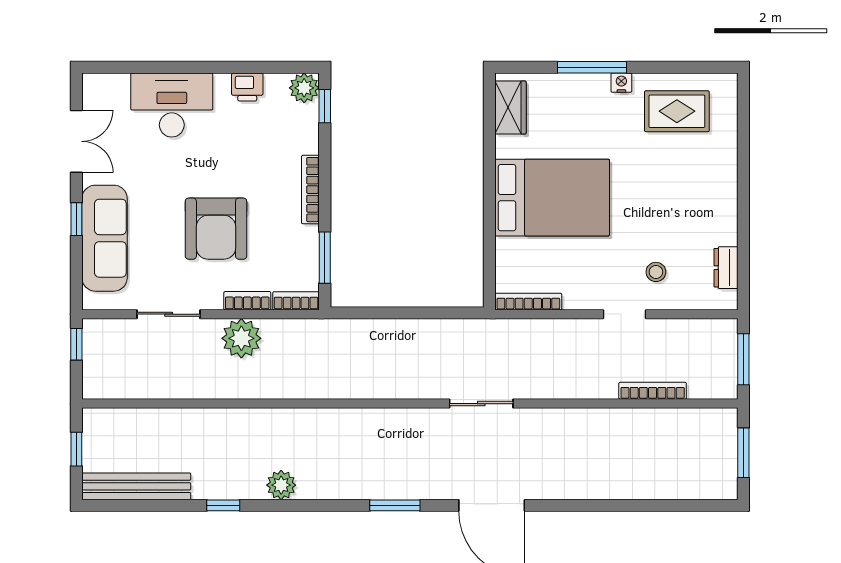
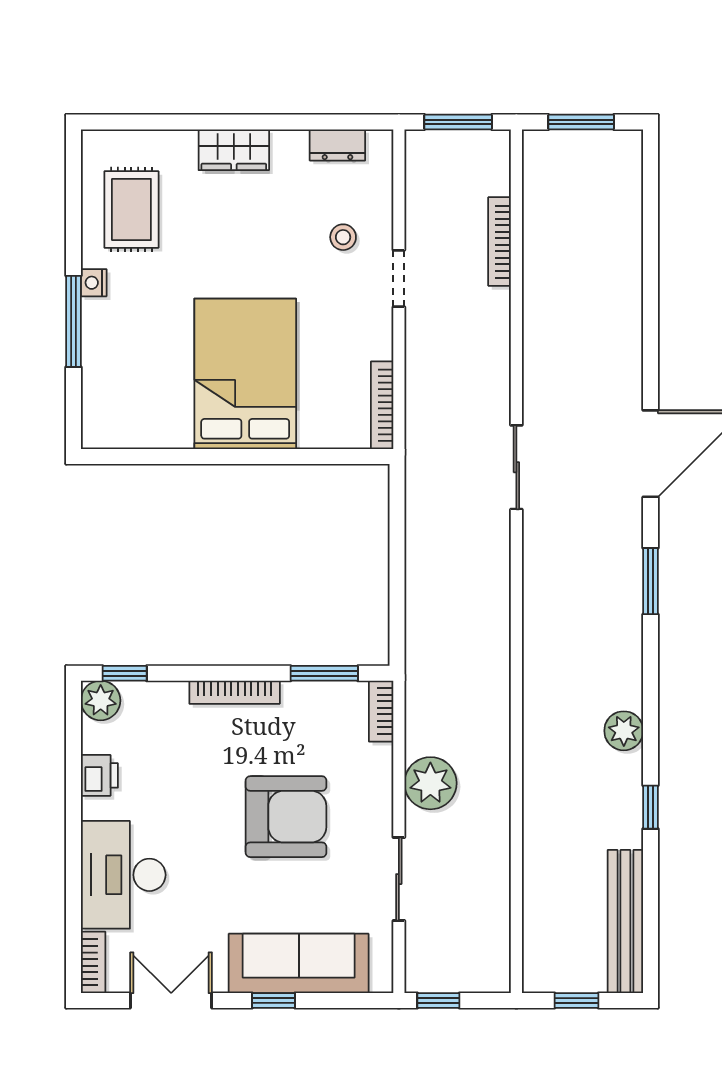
wardrobe: (511, 108) -> (234, 150), moved, turned 180
bookcase: (247, 301) -> (93, 962), moved, turned 180

